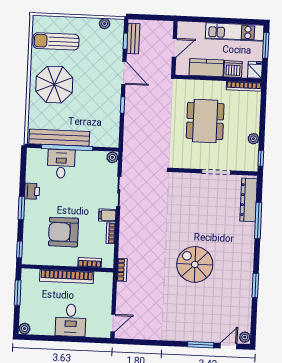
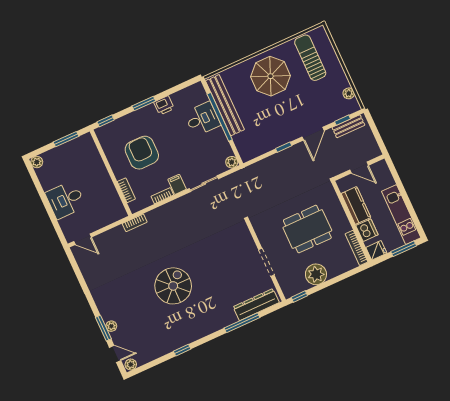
plant: (253, 139) -> (316, 274), width x1.87, depth x1.87
bookcase: (67, 276) -> (103, 176), removed
window: (255, 285) -> (182, 350), width x0.67
plant: (202, 337) -> (111, 326), added

